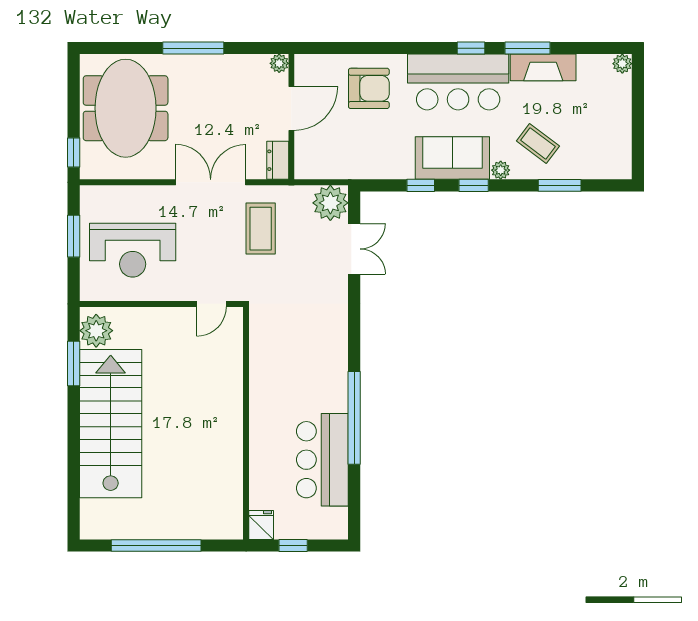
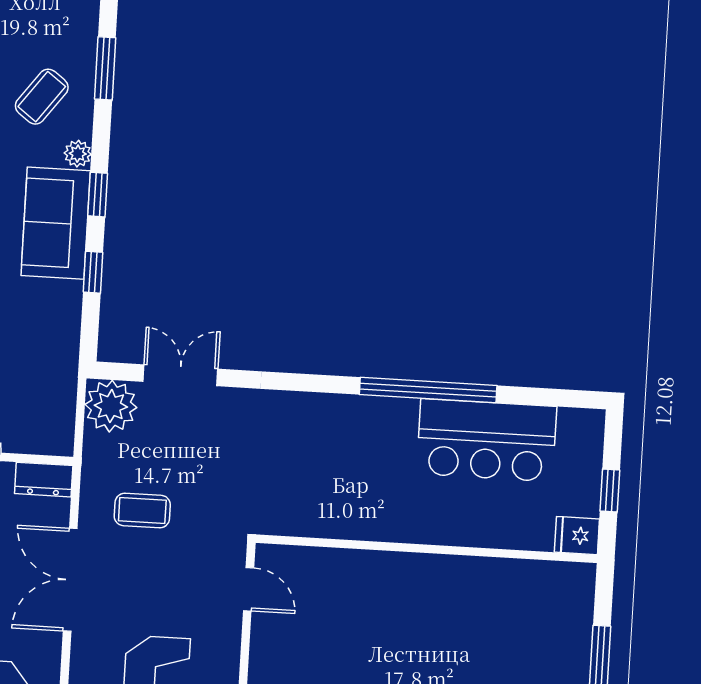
coffee table: (261, 229) -> (142, 511), width x0.73, depth x0.77

